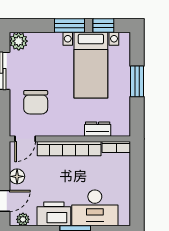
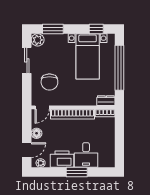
window: (70, 25) -> (53, 29), moved
window: (137, 81) -> (119, 68), width x2.11
dresser: (98, 129) -> (106, 101), moved
desk: (95, 208) -> (86, 155), width x0.73

